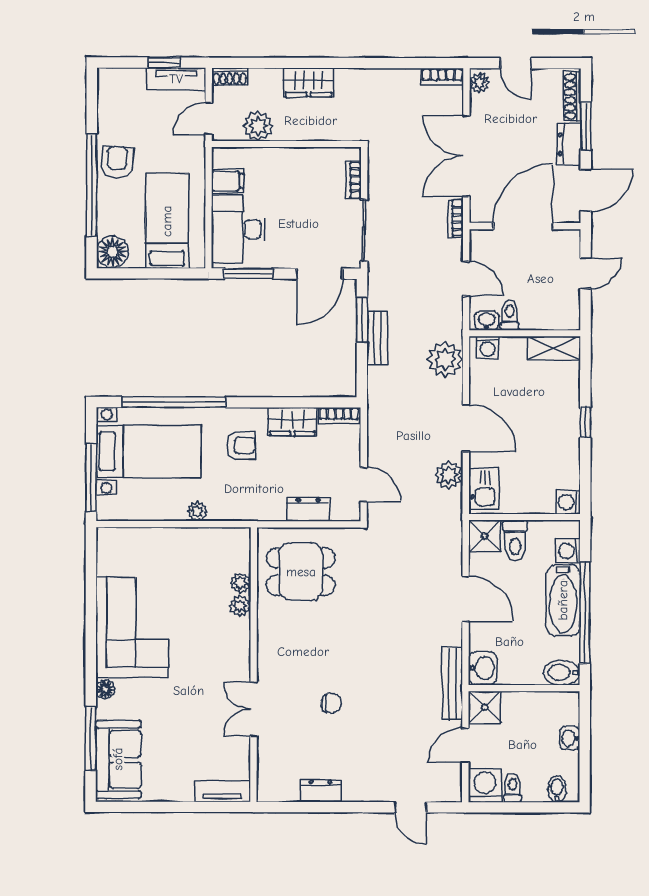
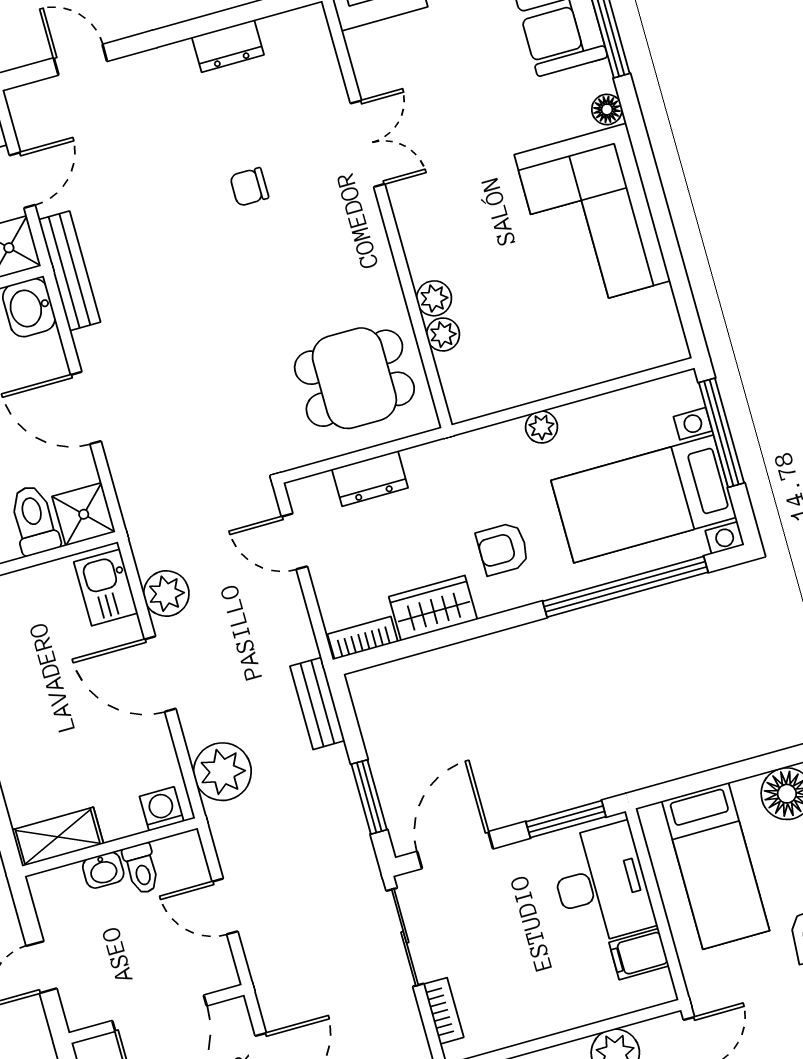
bookcase: (455, 218) -> (268, 996), removed
washbasin: (487, 321) -> (103, 870), moved
bench: (377, 338) -> (317, 703), moved

